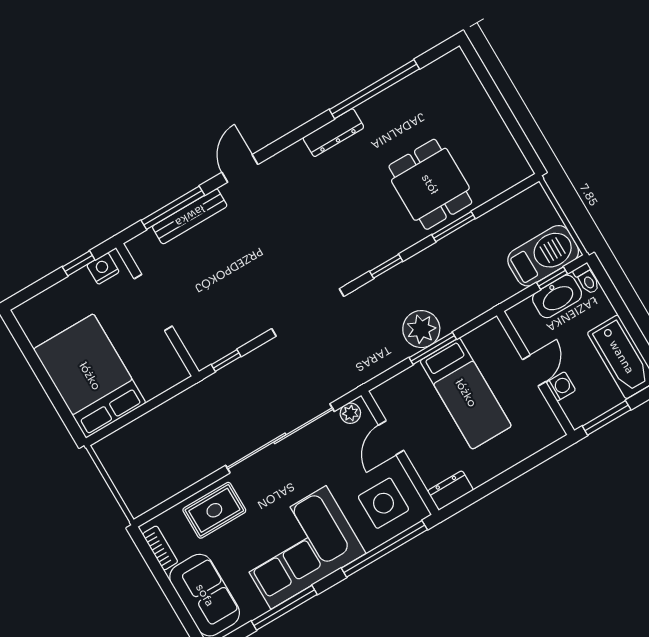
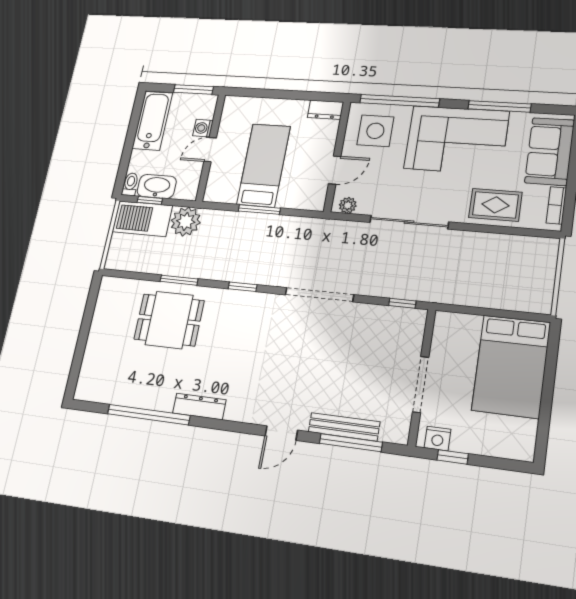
dining table: (430, 184) -> (169, 320), turned 90
plant: (421, 329) -> (186, 221), moved
sliding door: (280, 438) -> (409, 222), width x0.73

